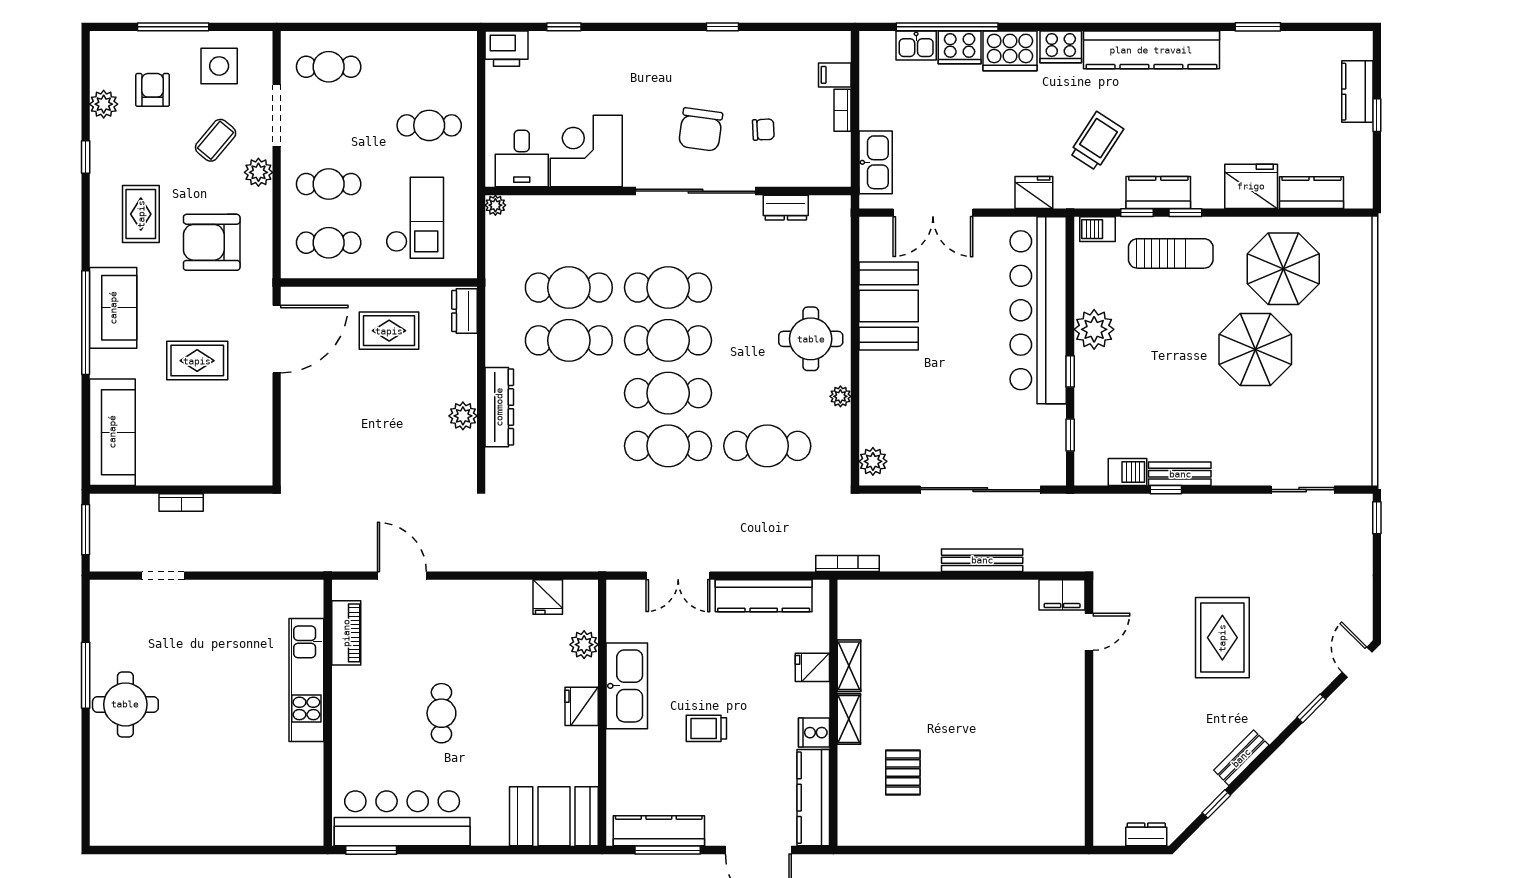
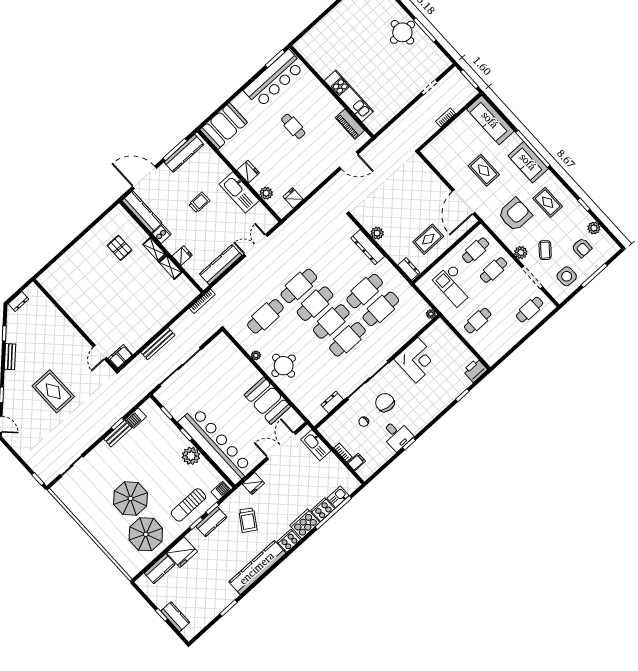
desk: (522, 159) -> (397, 435), moved, turned 180
rug: (197, 361) -> (484, 170), turned 90
plant: (873, 461) -> (225, 343), removed

